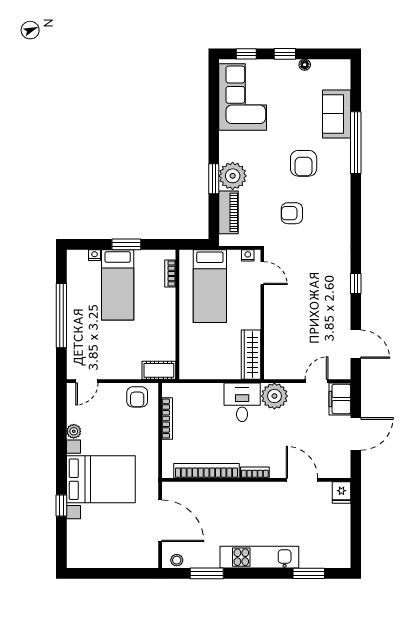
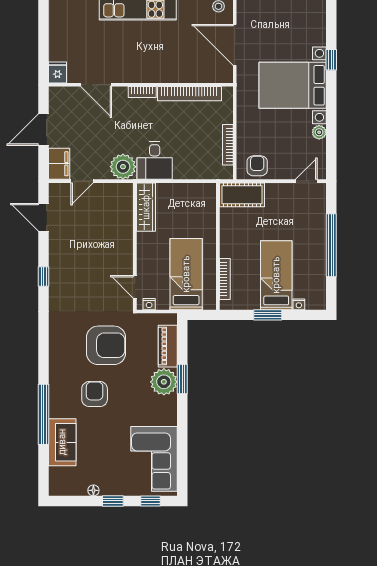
armchair: (292, 213) -> (106, 345), width x1.88, depth x1.88
bookcase: (170, 273) -> (225, 279), width x1.56
cot: (159, 370) -> (242, 195), width x1.37, depth x1.34

